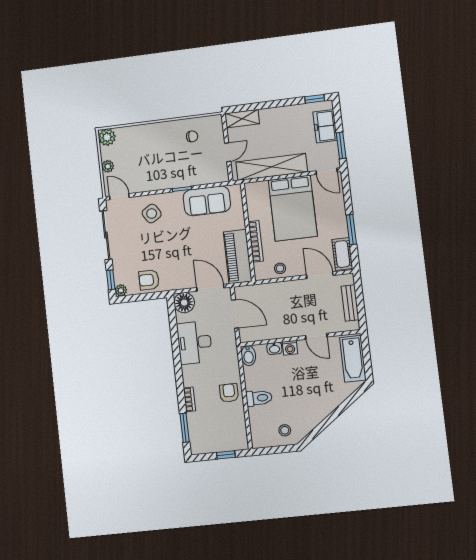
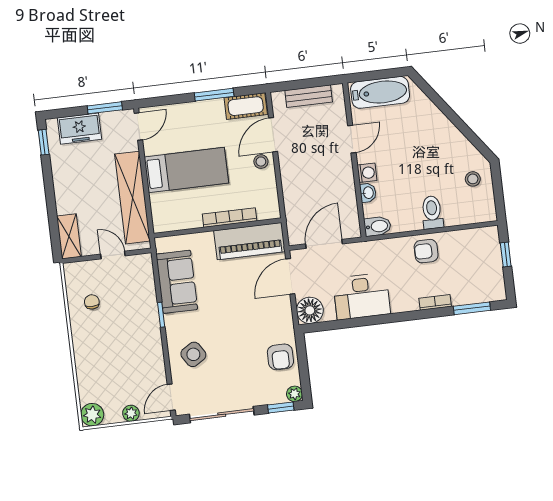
bed: (293, 208) -> (186, 170), width x0.67
stool: (280, 268) -> (261, 162), moved

